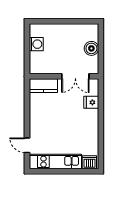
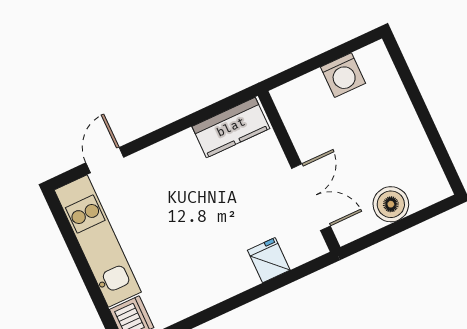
double door: (75, 76) -> (311, 197), swing flipped
kitchen counter: (43, 86) -> (231, 127), moved, turned -90

